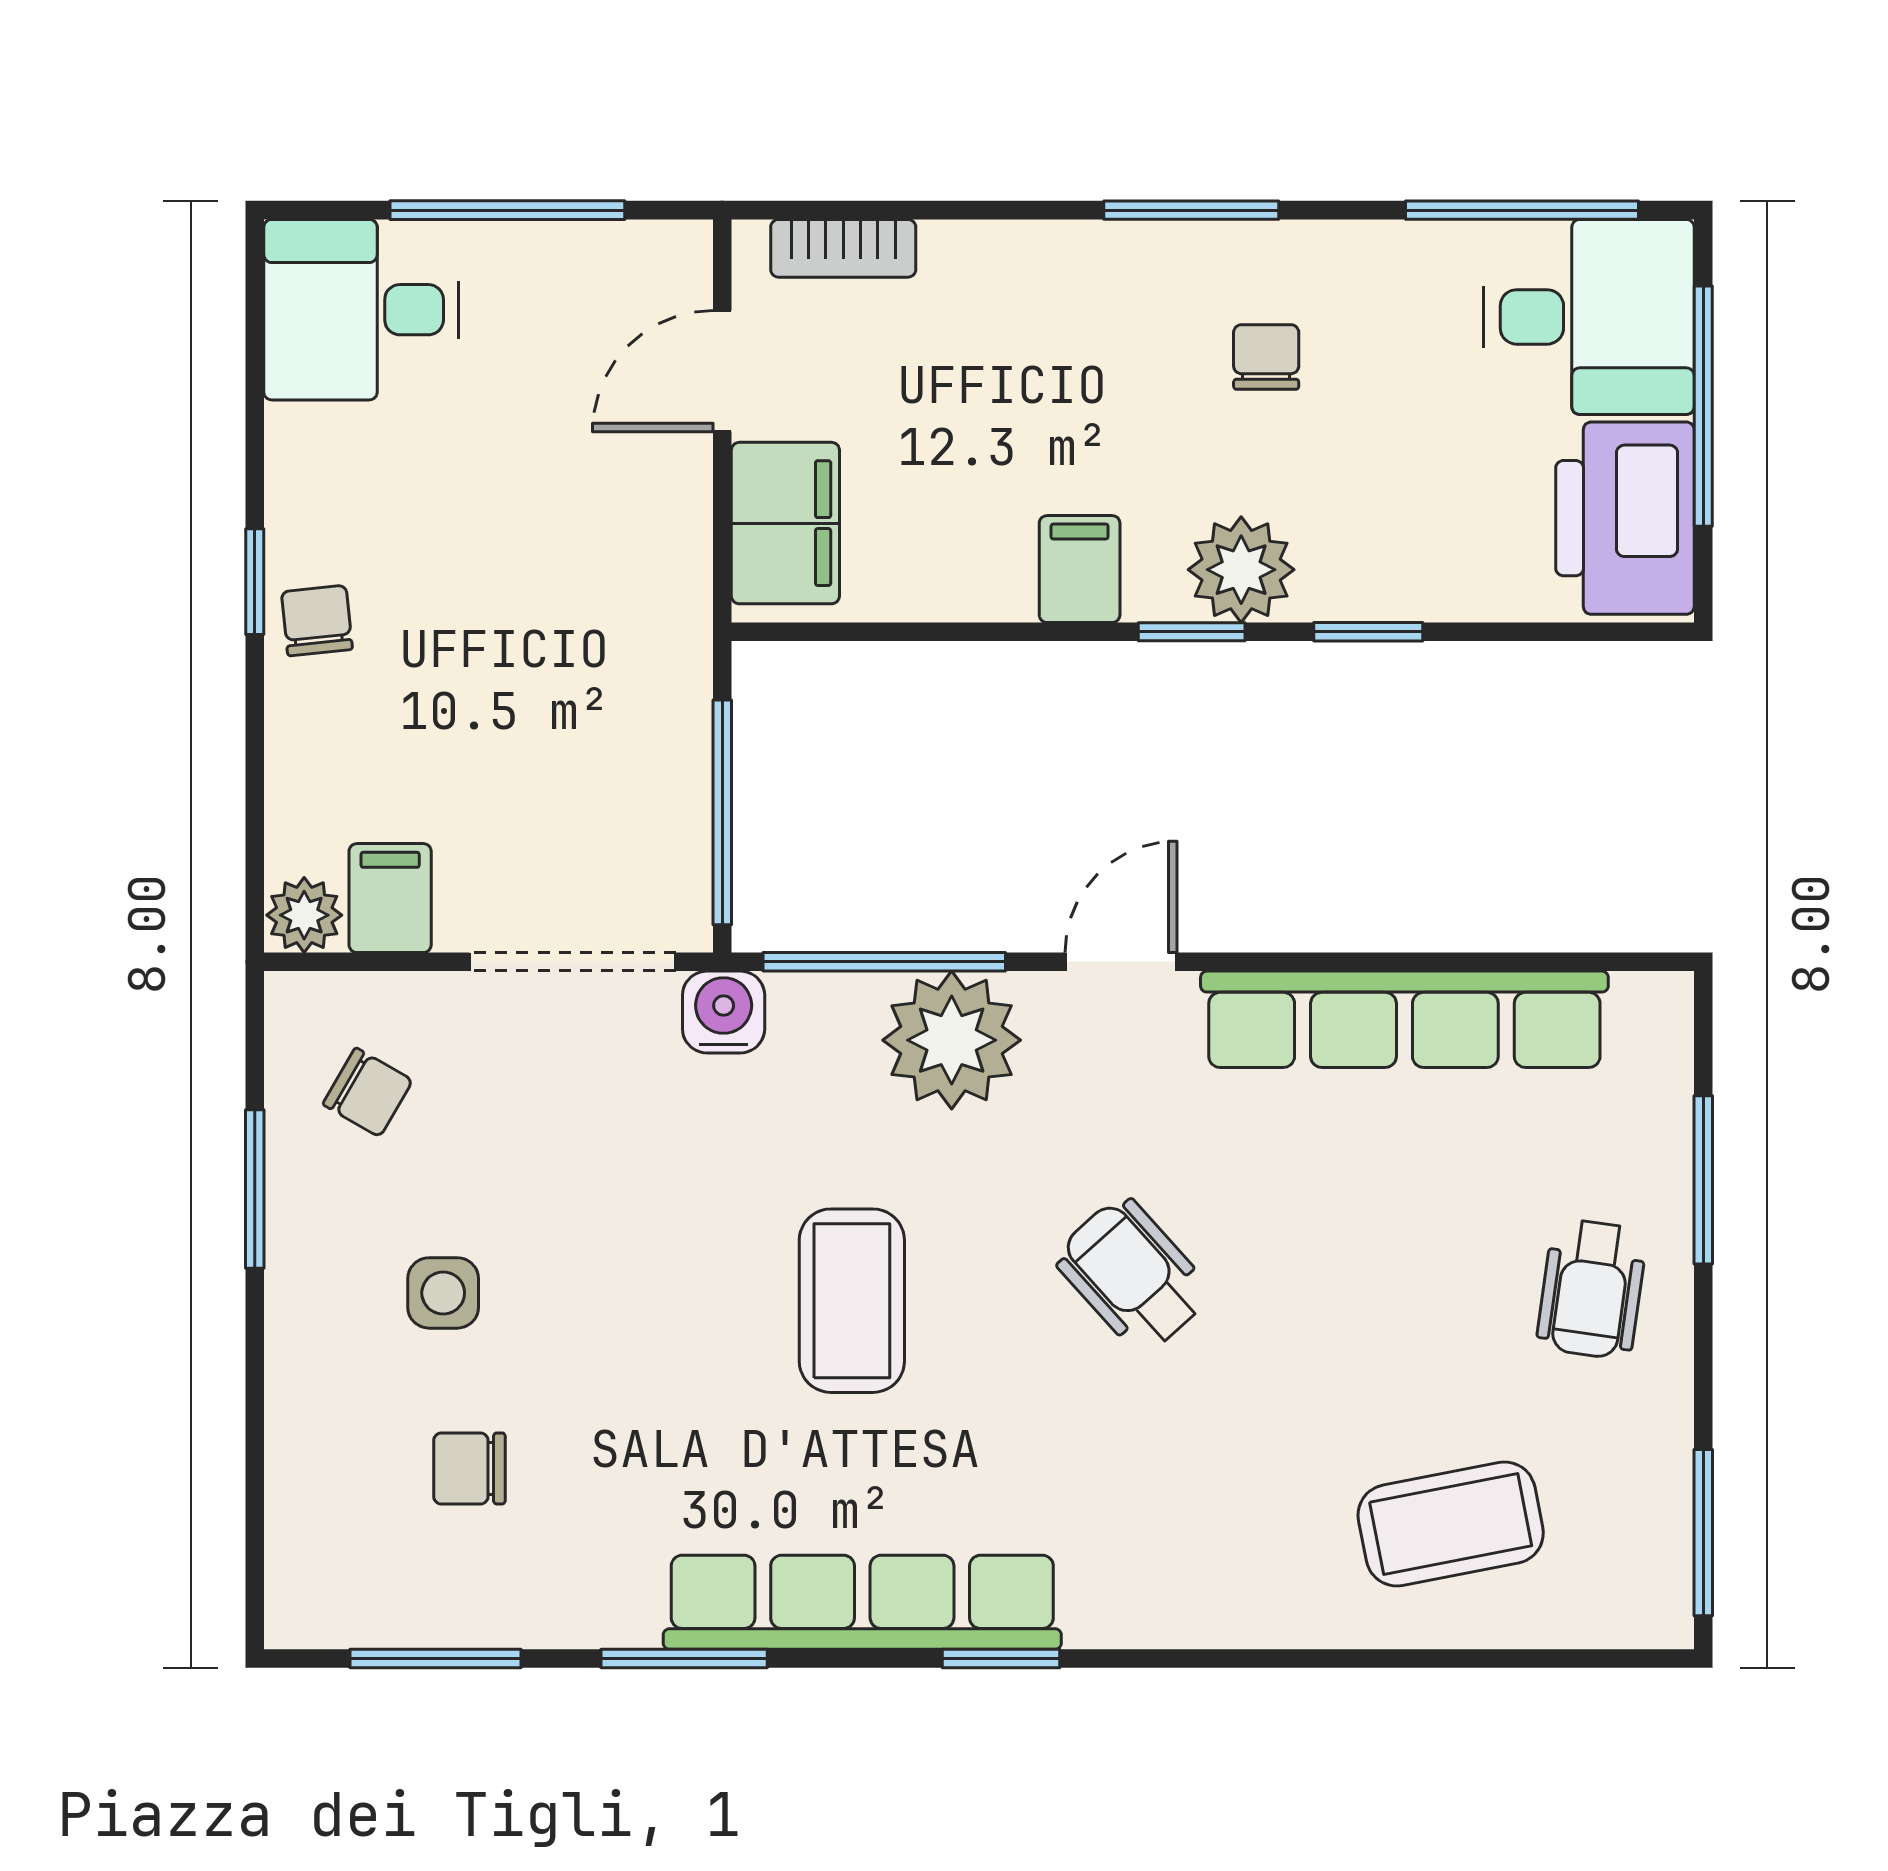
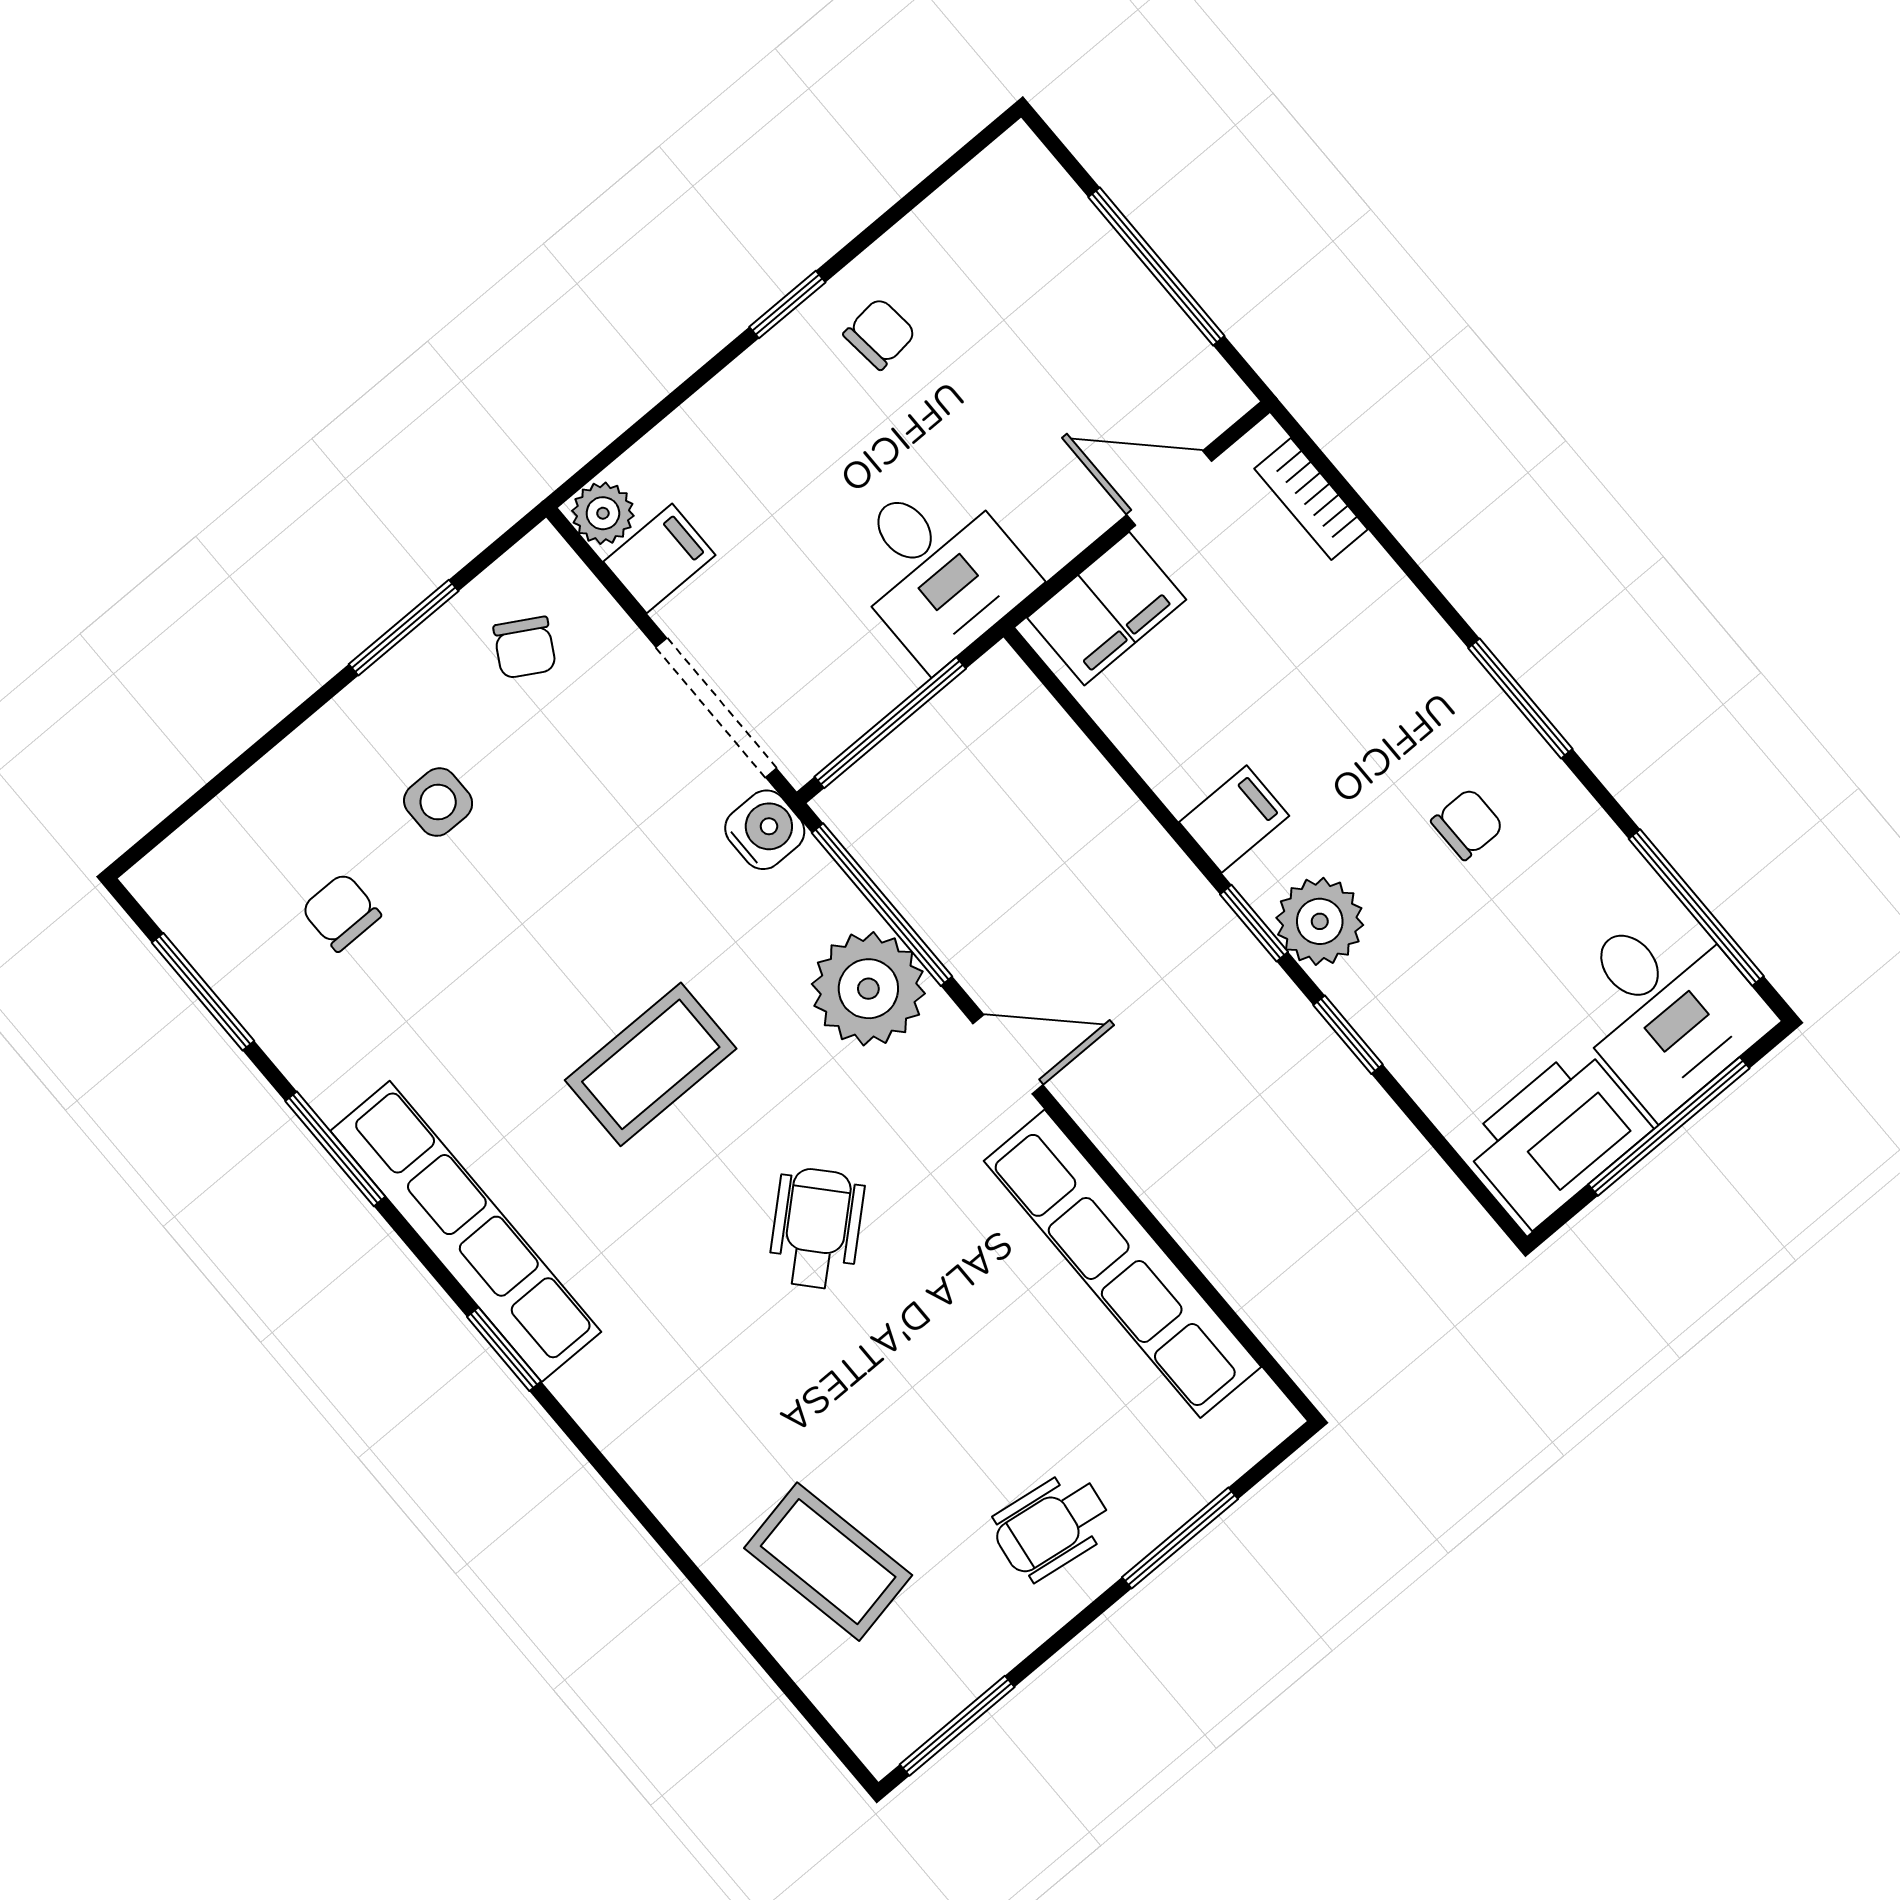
desk: (361, 310) -> (937, 568), moved, turned 180
chair: (317, 621) -> (880, 334), moved

